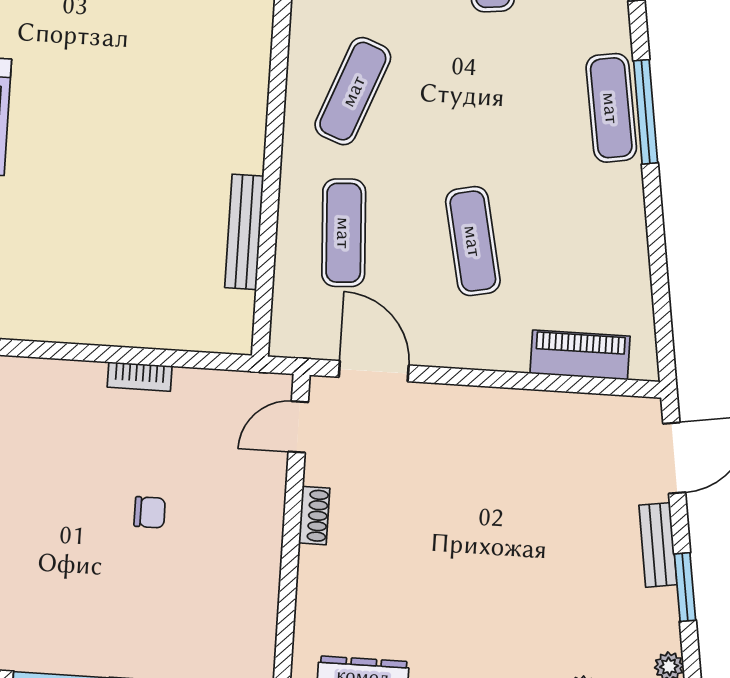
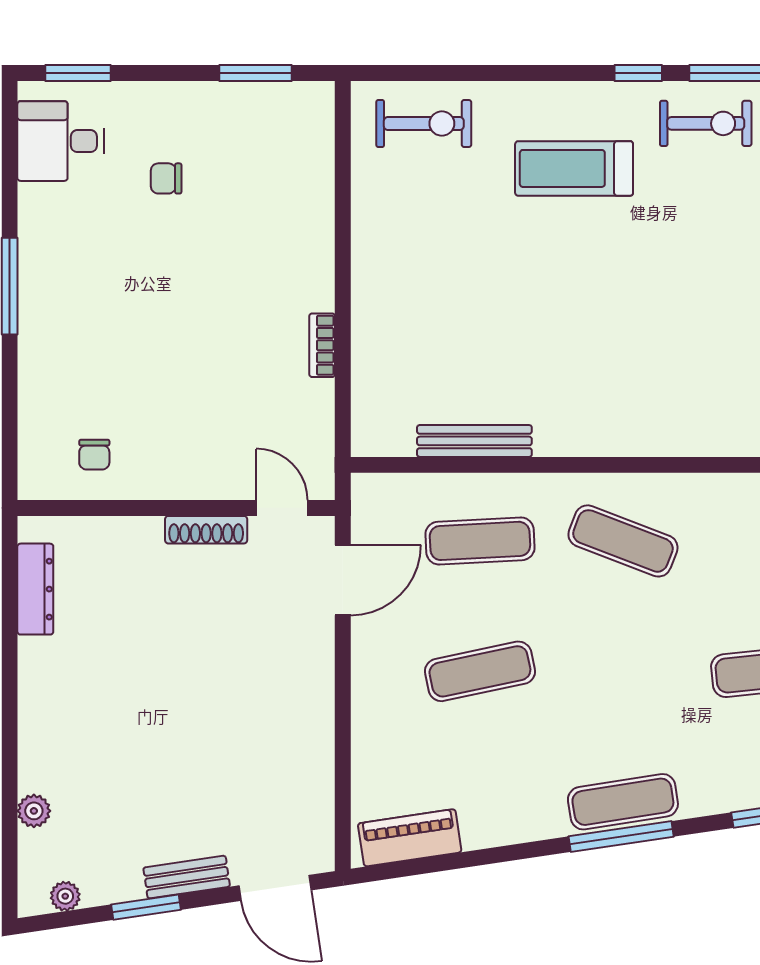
piano: (580, 355) -> (410, 838), moved, turned -98
chair: (150, 512) -> (94, 455), moved
shoe rack: (314, 516) -> (206, 530), width x1.43

